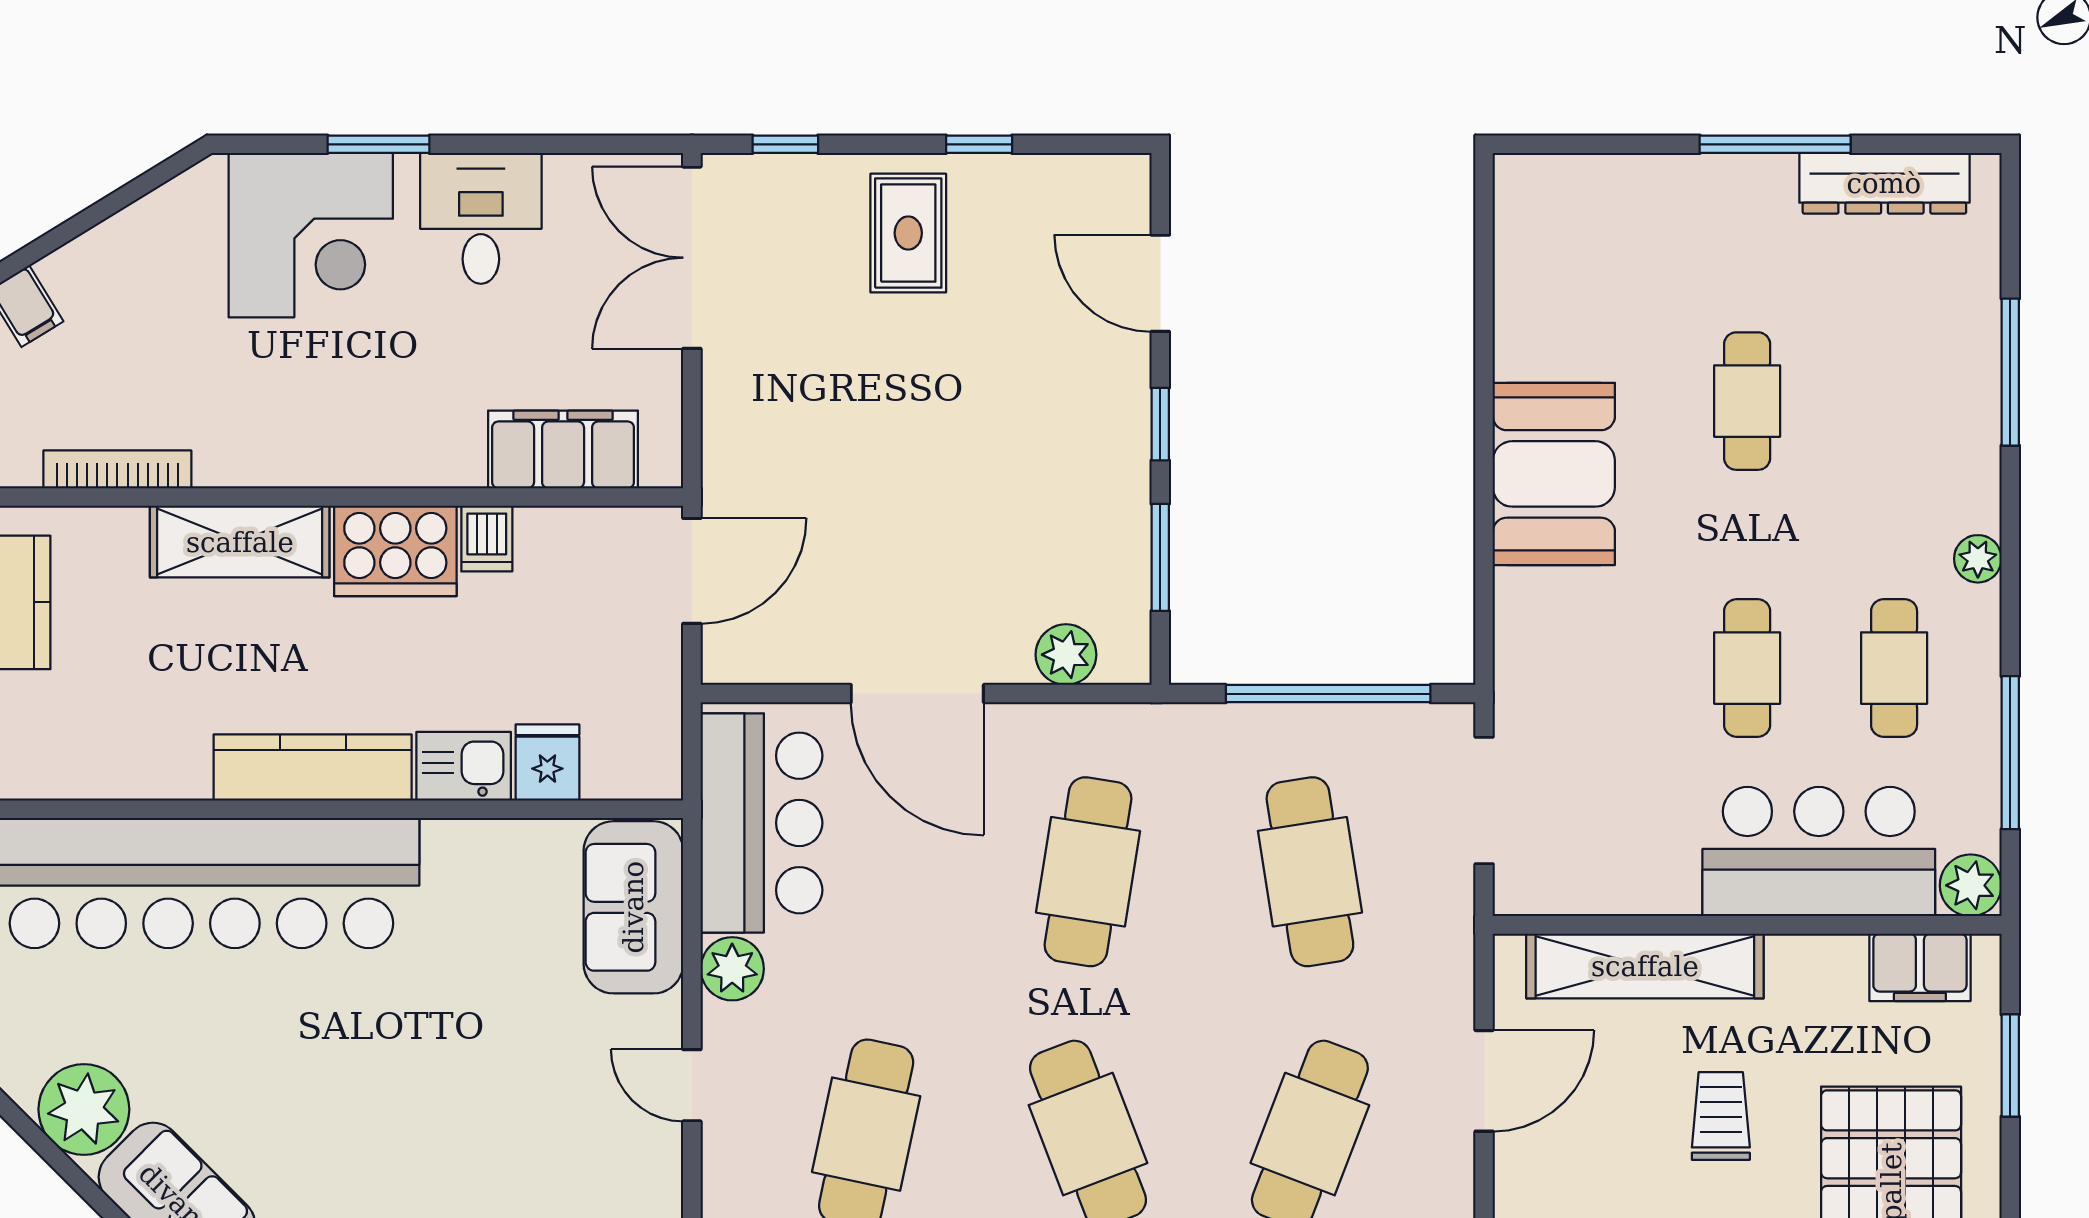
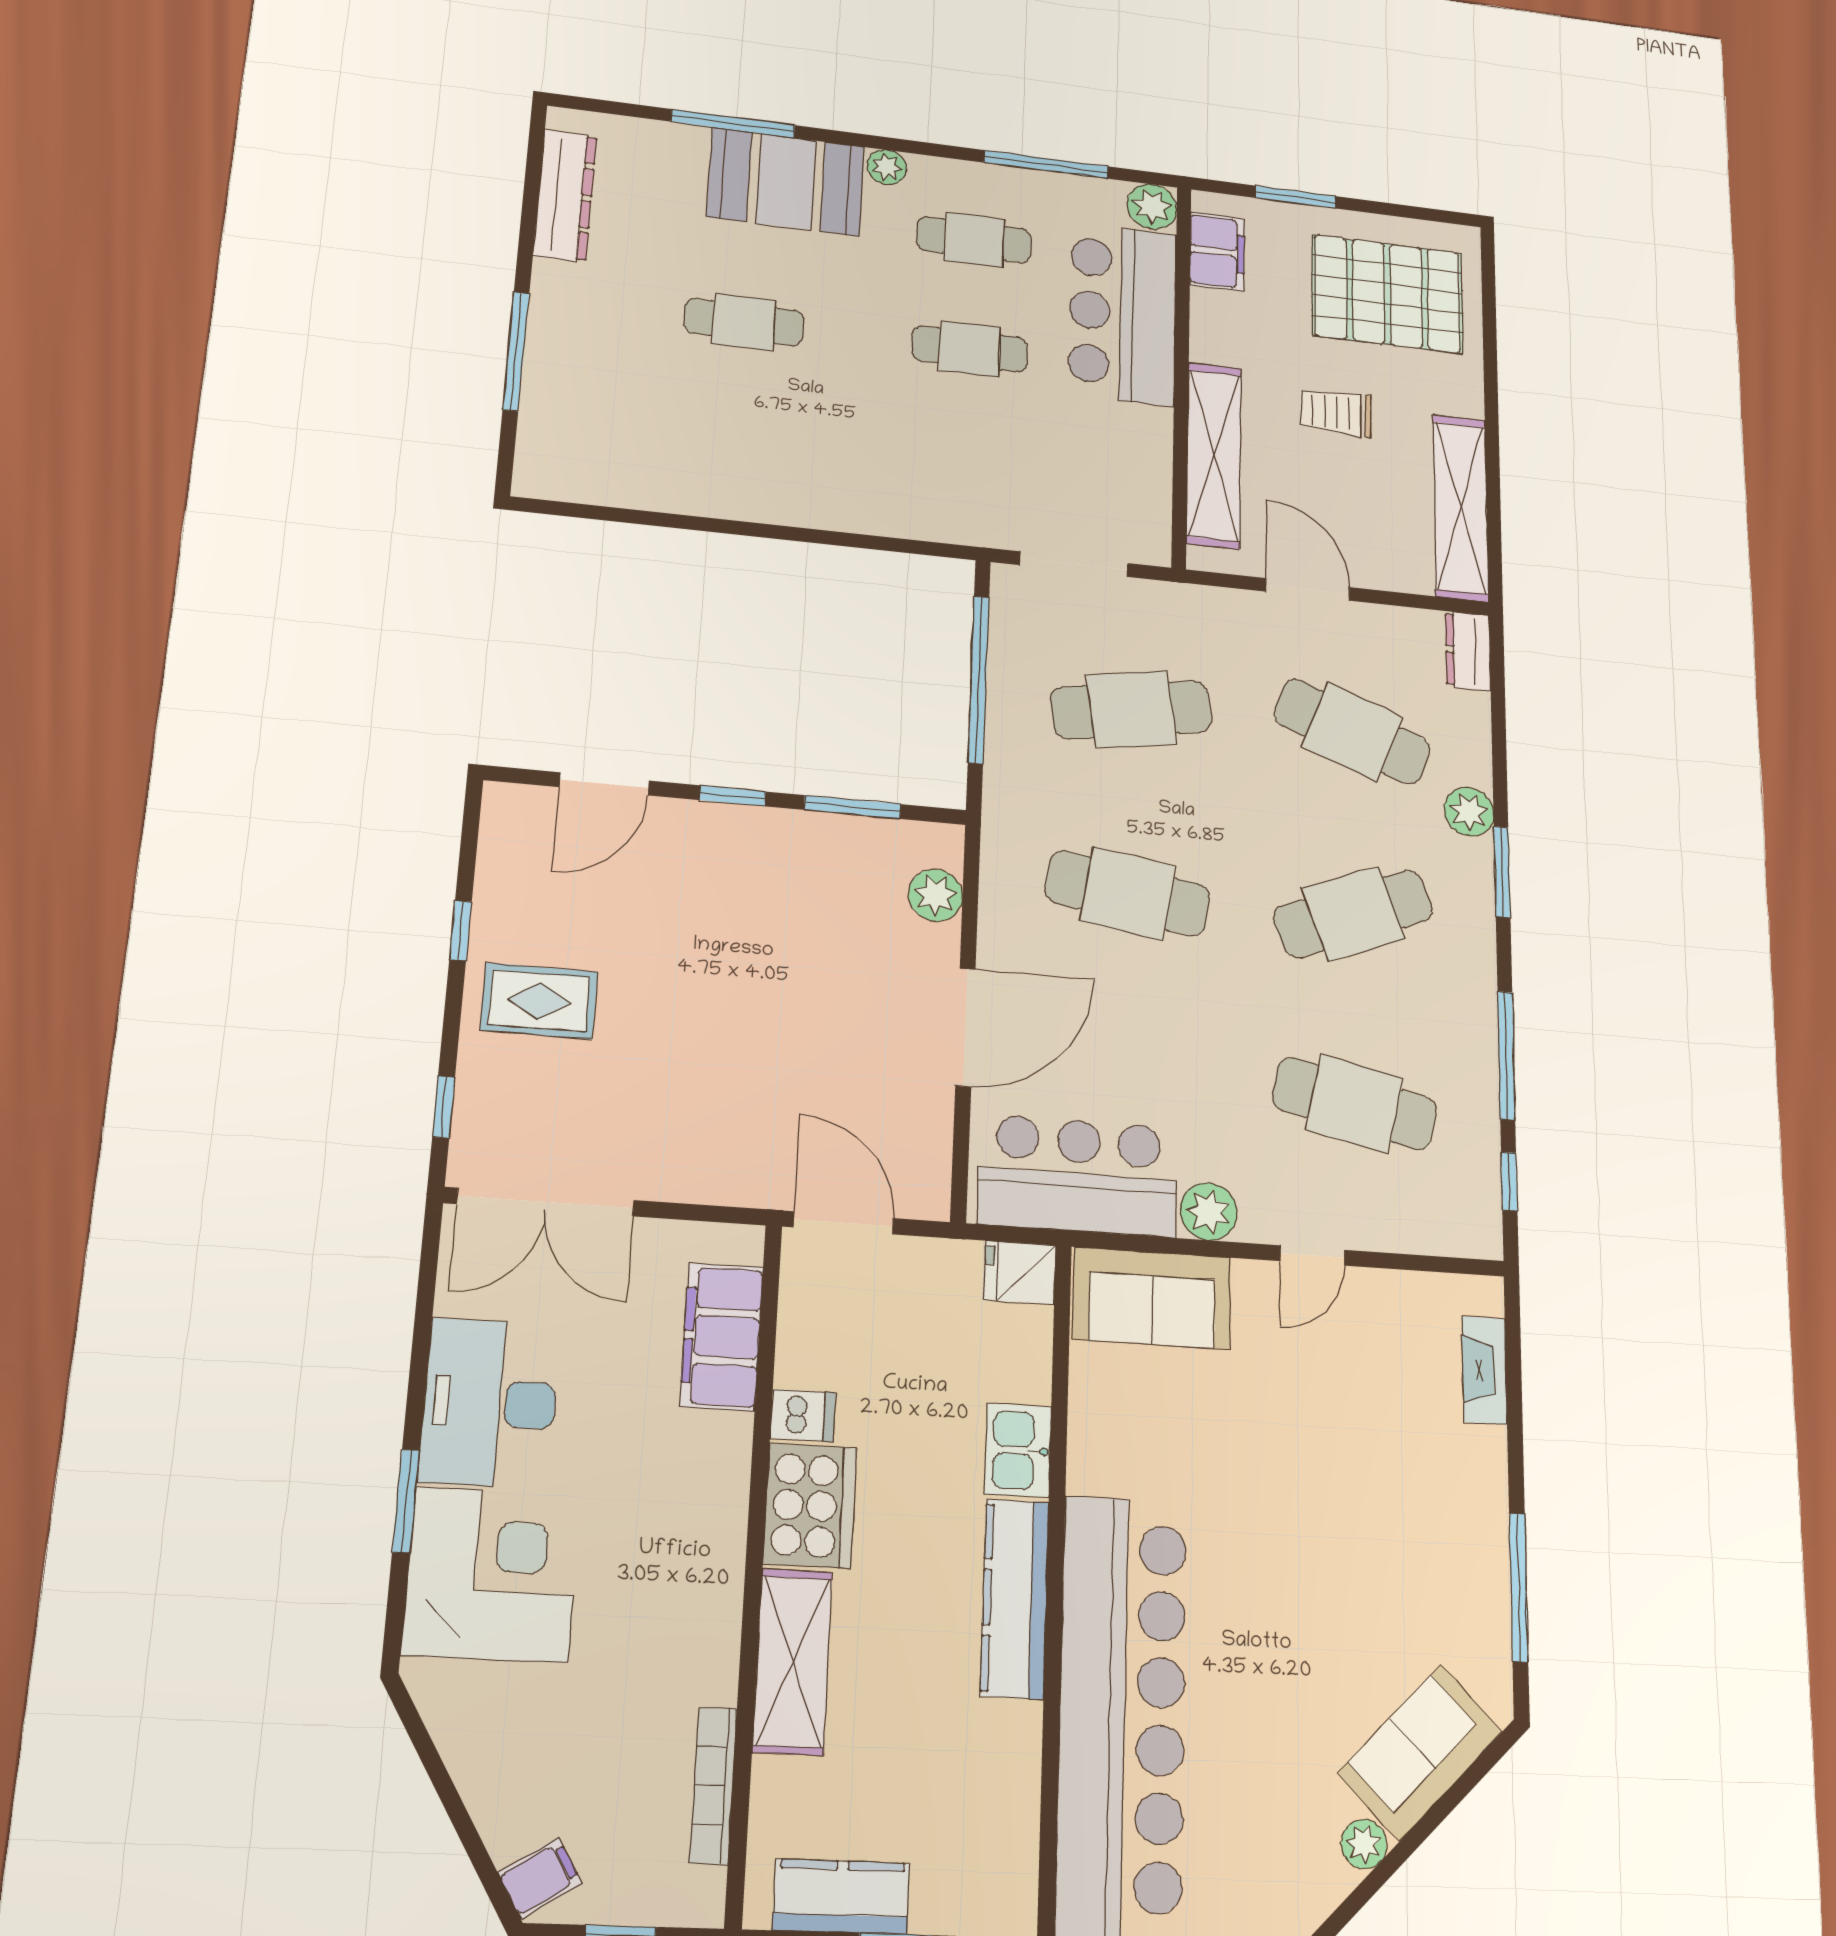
window: (1775, 144) -> (516, 351), moved
desk: (481, 218) -> (490, 1403), width x1.37
booth: (1554, 474) -> (786, 182), moved
fridge: (547, 762) -> (1020, 1273), moved
plant: (84, 1109) -> (1364, 1844), width x0.53, depth x0.53

